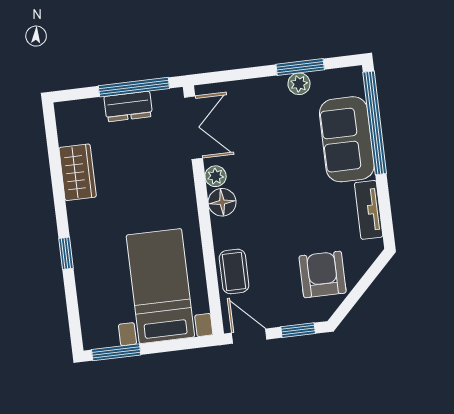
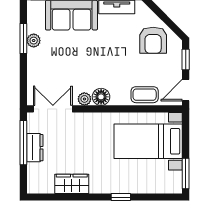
armchair: (323, 274) -> (153, 40), turned -90

